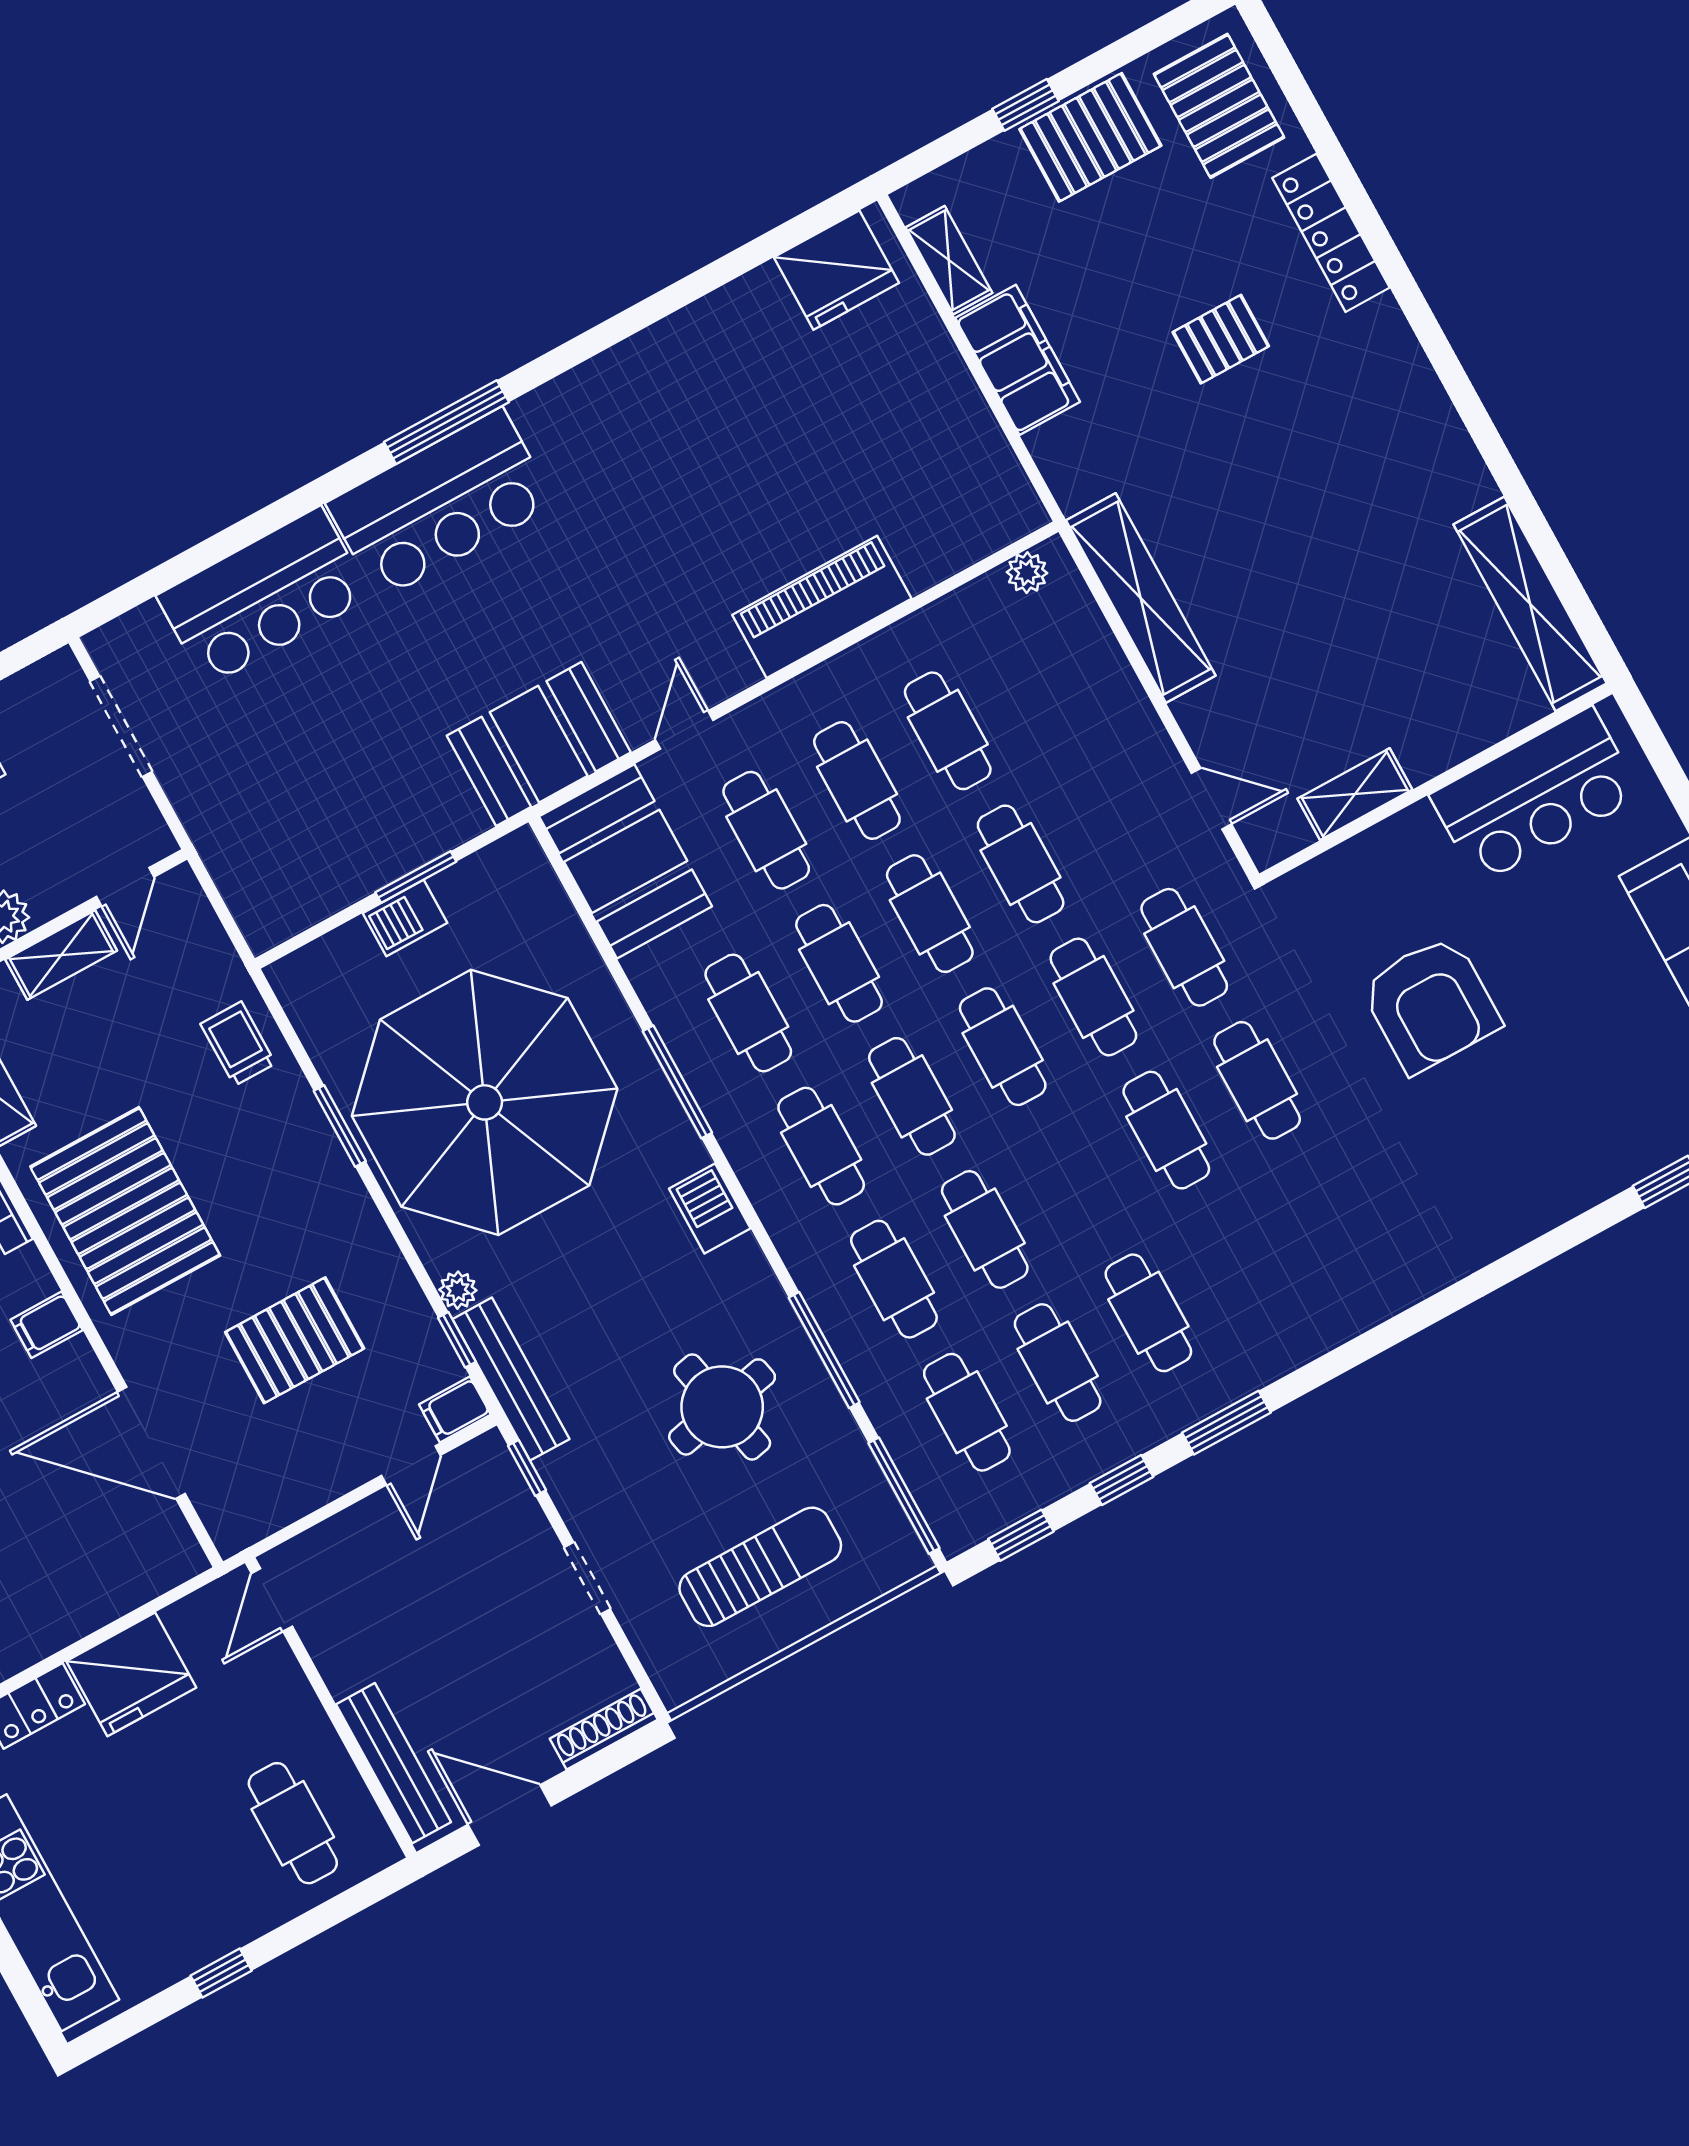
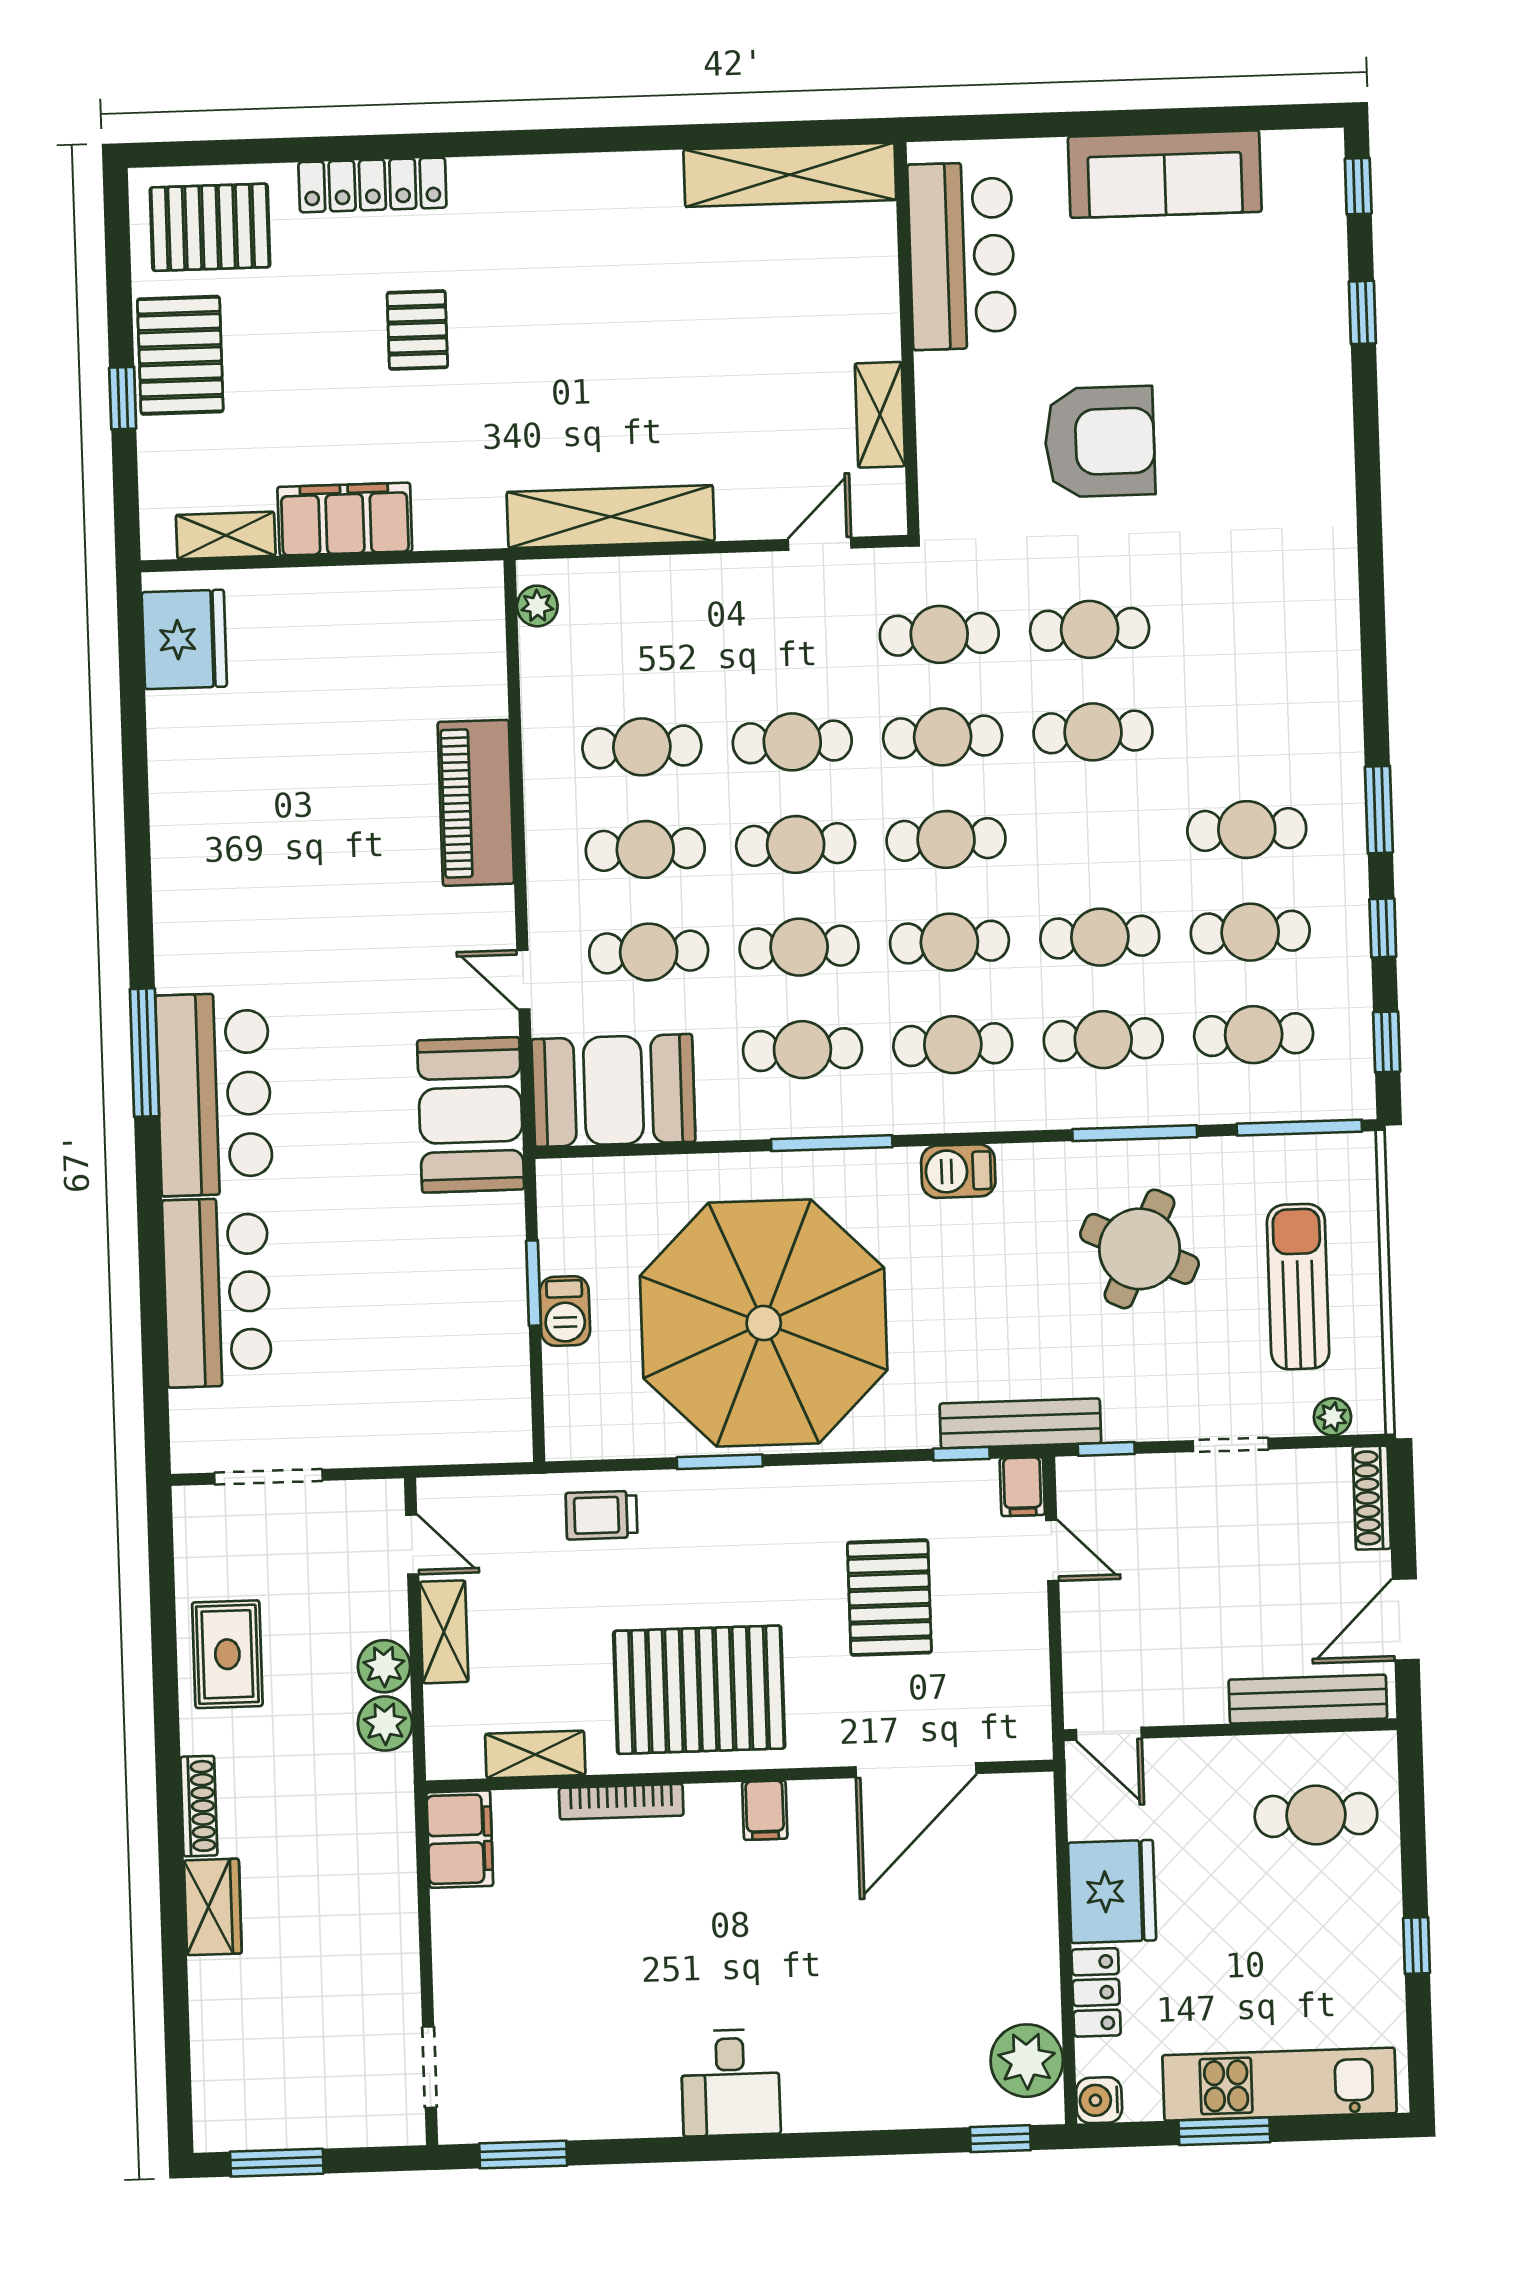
plant: (458, 1290) -> (1332, 1417), moved
round table: (722, 1407) -> (1139, 1249), turned 37

